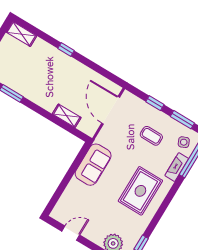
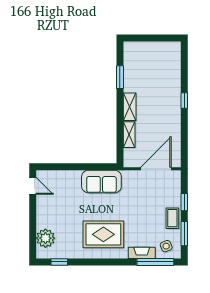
shelving: (21, 34) -> (130, 107), moved
coffee table: (151, 136) -> (172, 218), moved
door: (71, 233) -> (33, 186), moved

